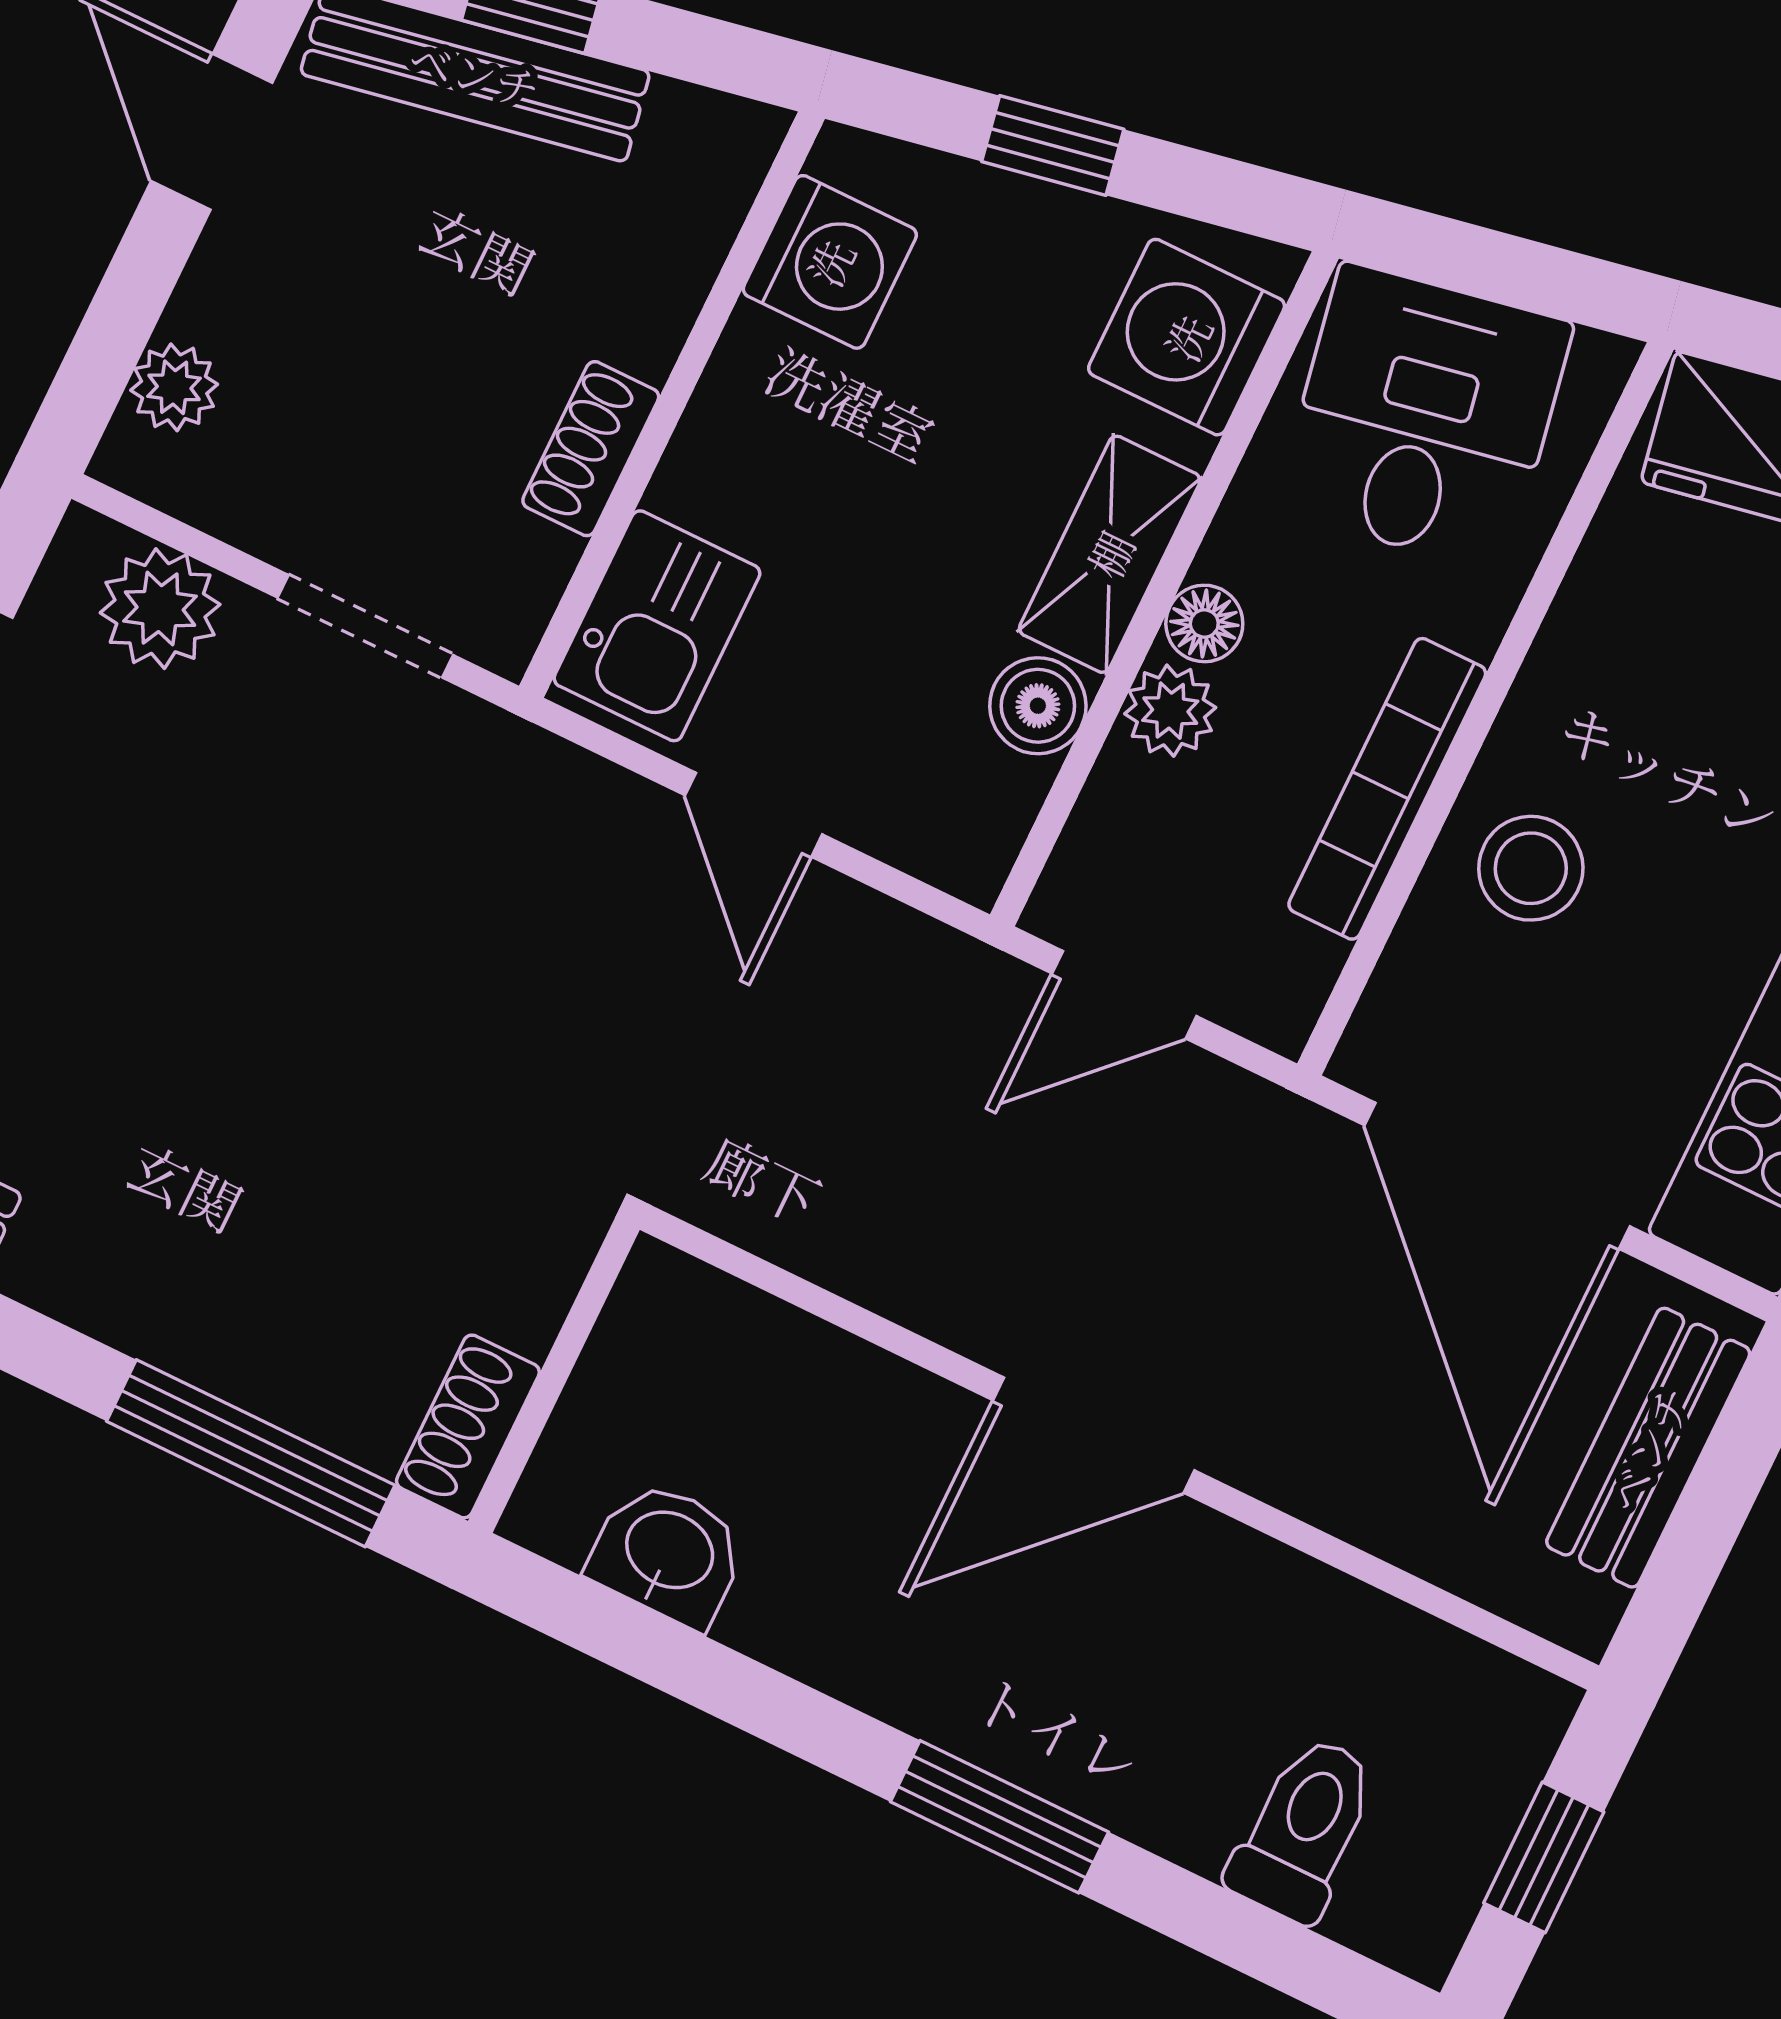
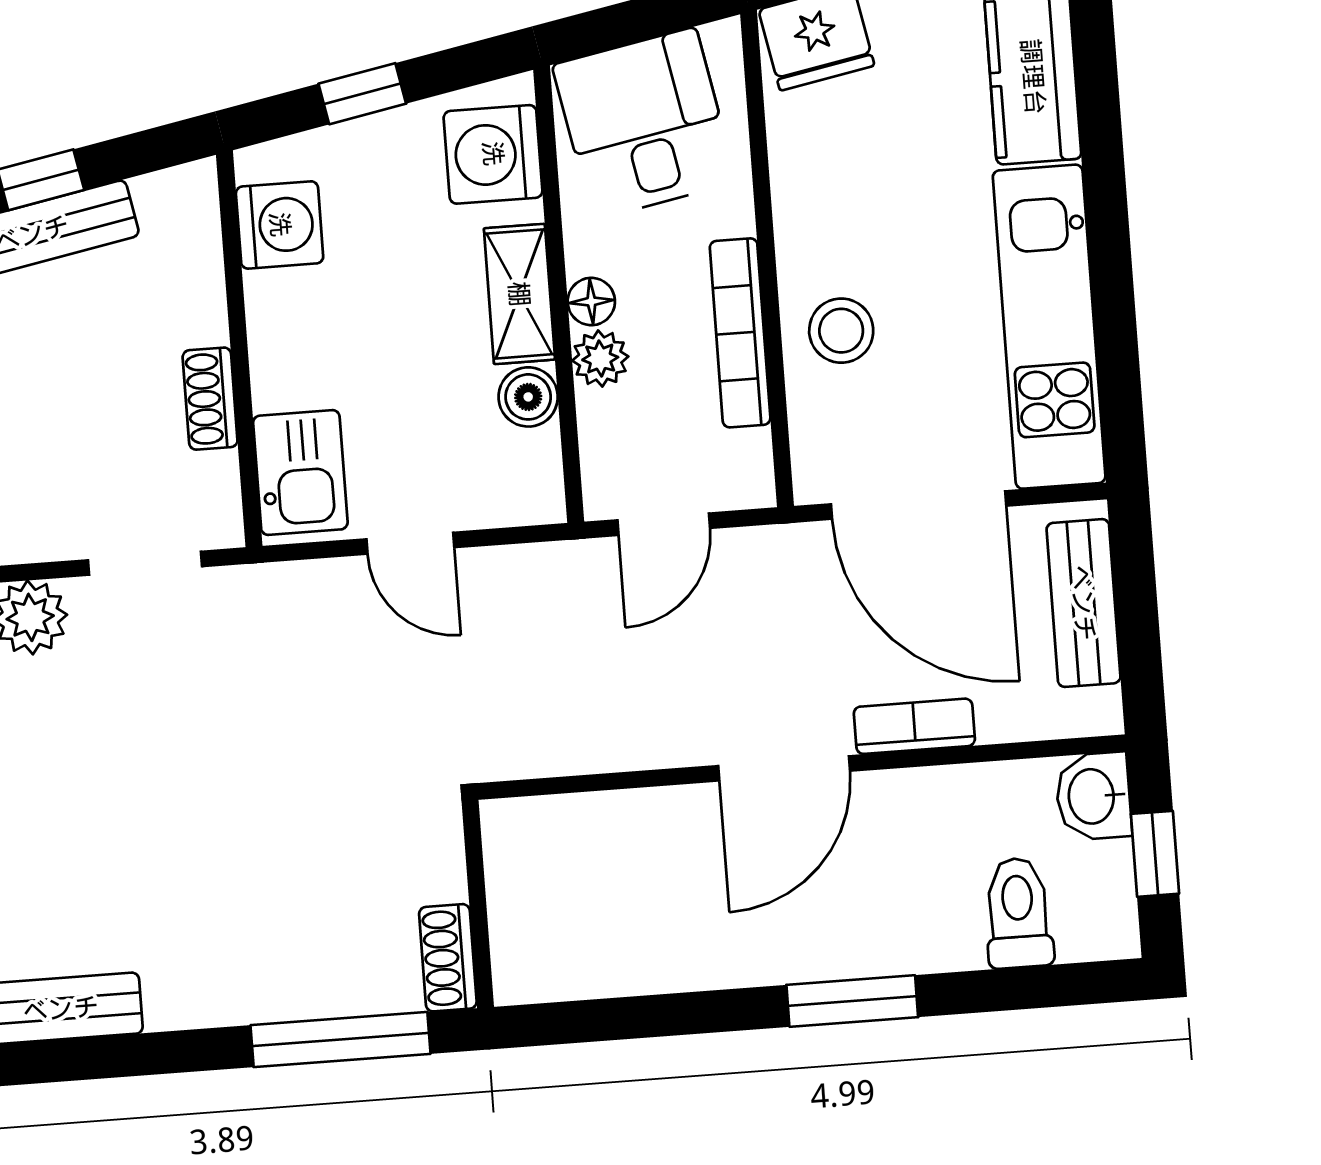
bookcase: (1311, 1482) -> (914, 726), added
washbasin: (668, 1553) -> (1093, 796), moved, turned -90

